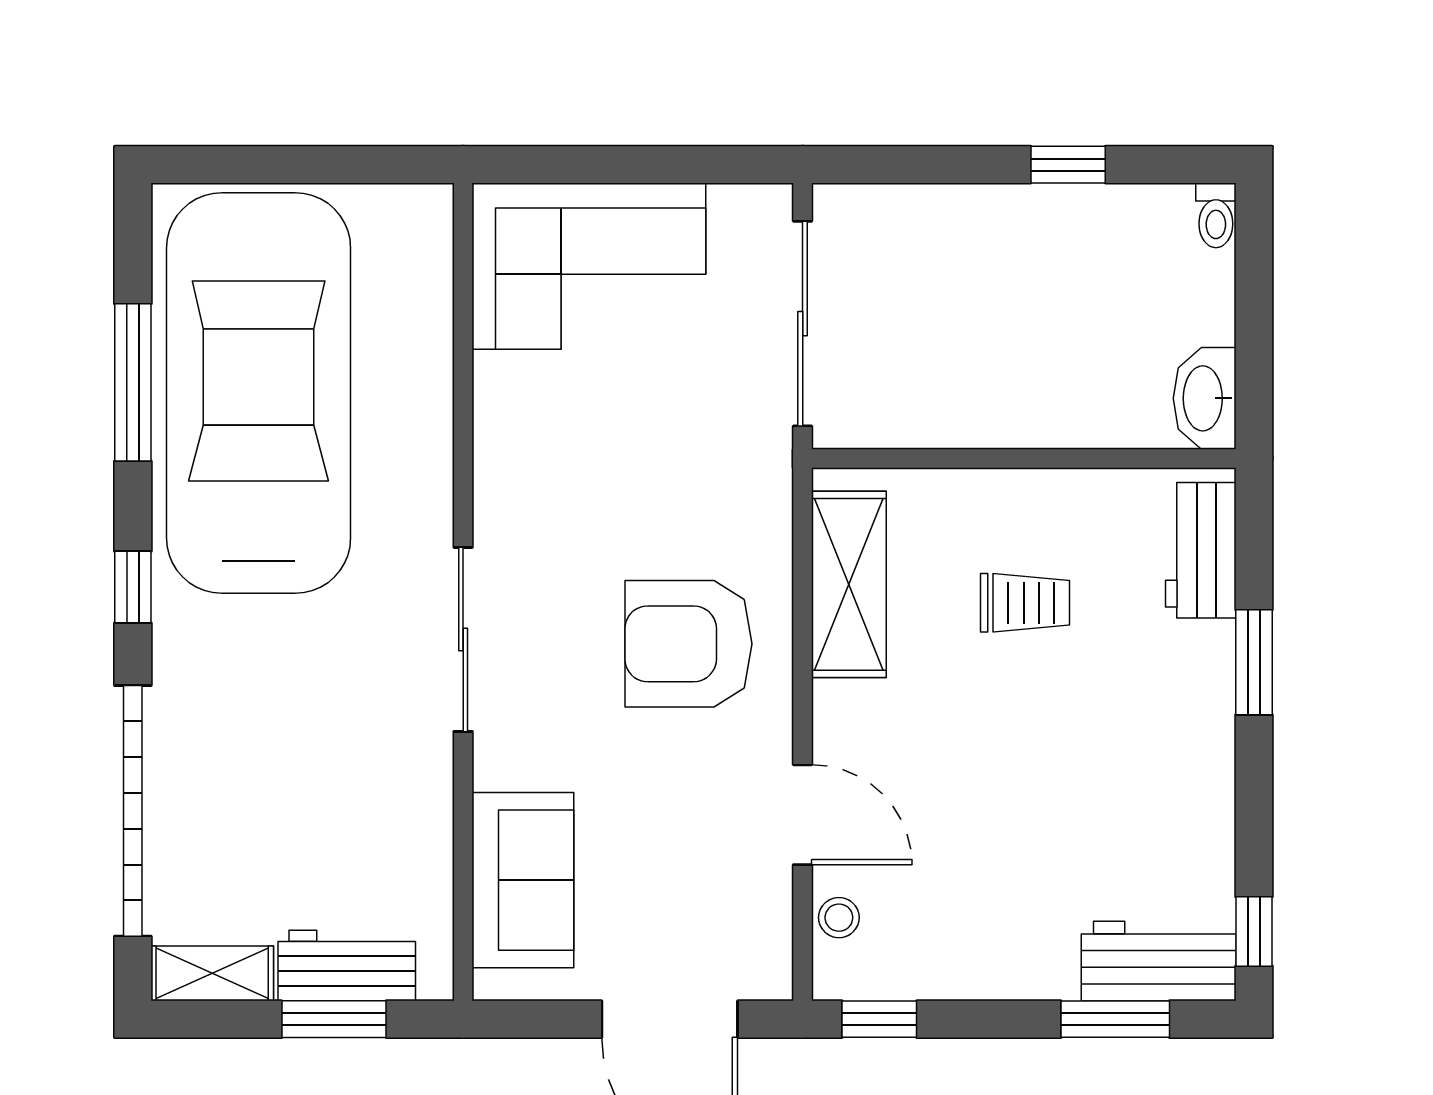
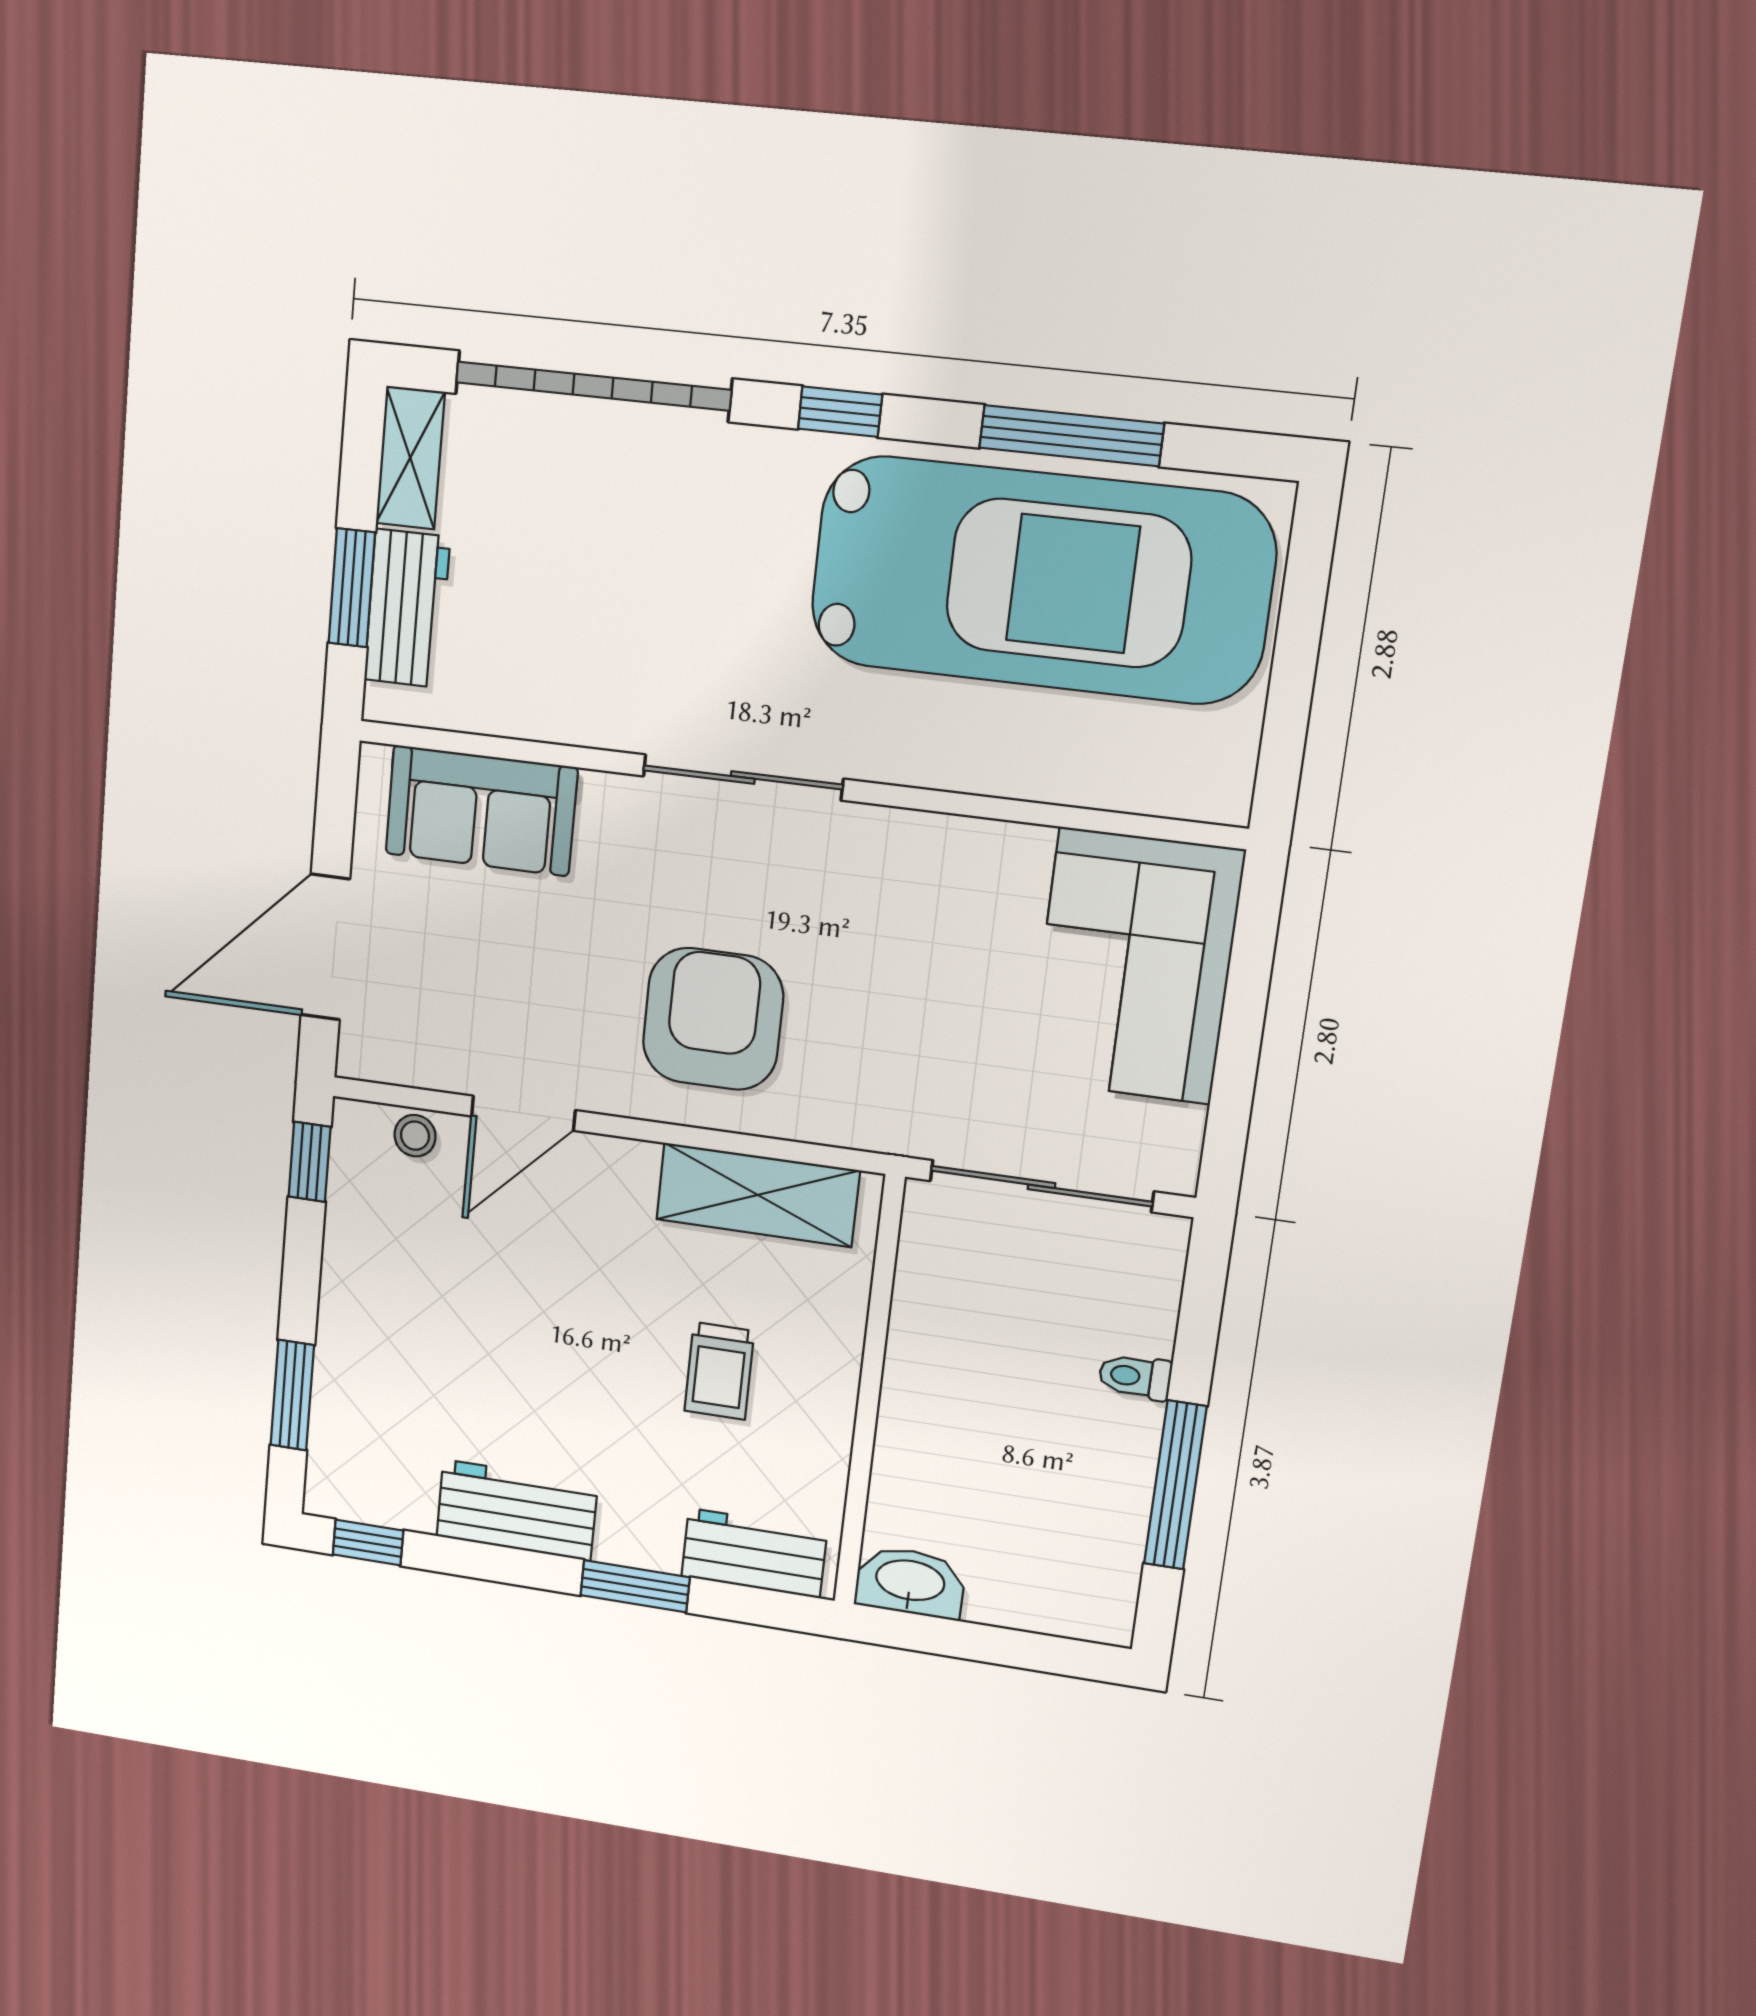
window: (1068, 165) -> (1175, 1485), width x2.17
toilet: (1216, 215) -> (1135, 1377), moved
workbench: (1159, 961) -> (517, 1510), moved, turned -90

